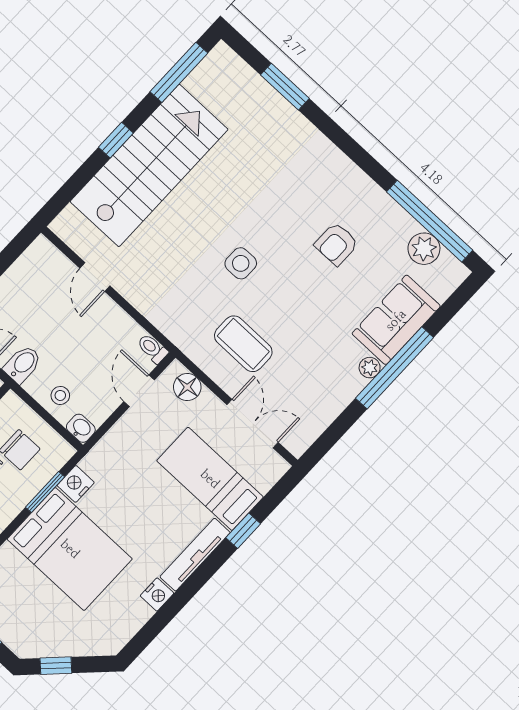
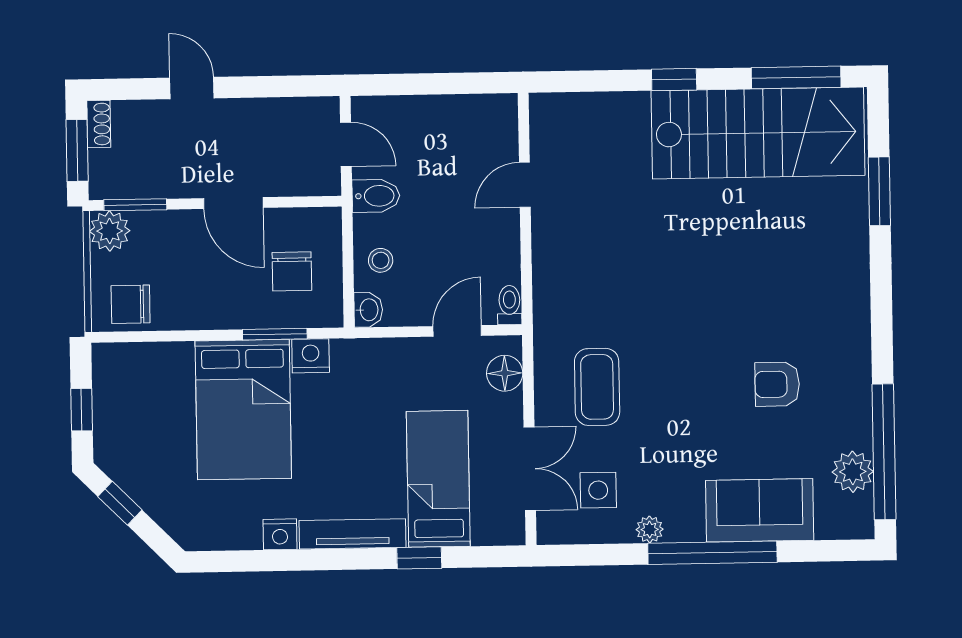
stairs: (149, 165) -> (758, 133), moved
side table: (241, 263) -> (598, 490), moved
plant: (370, 368) -> (650, 529), moved

